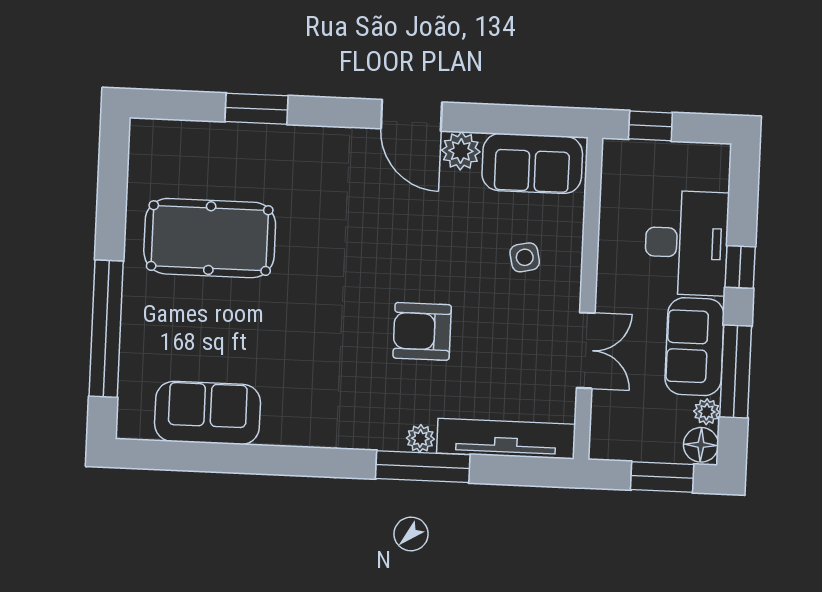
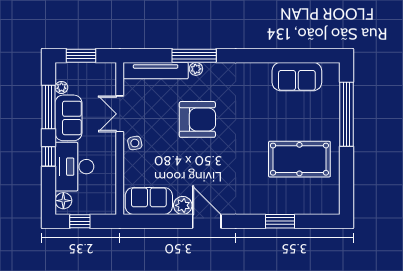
window: (650, 126) -> (80, 221), moved
side table: (525, 257) -> (135, 143), moved
armchair: (422, 331) -> (197, 119), width x1.36, depth x1.36
floor lamp: (701, 445) -> (63, 201), moved

